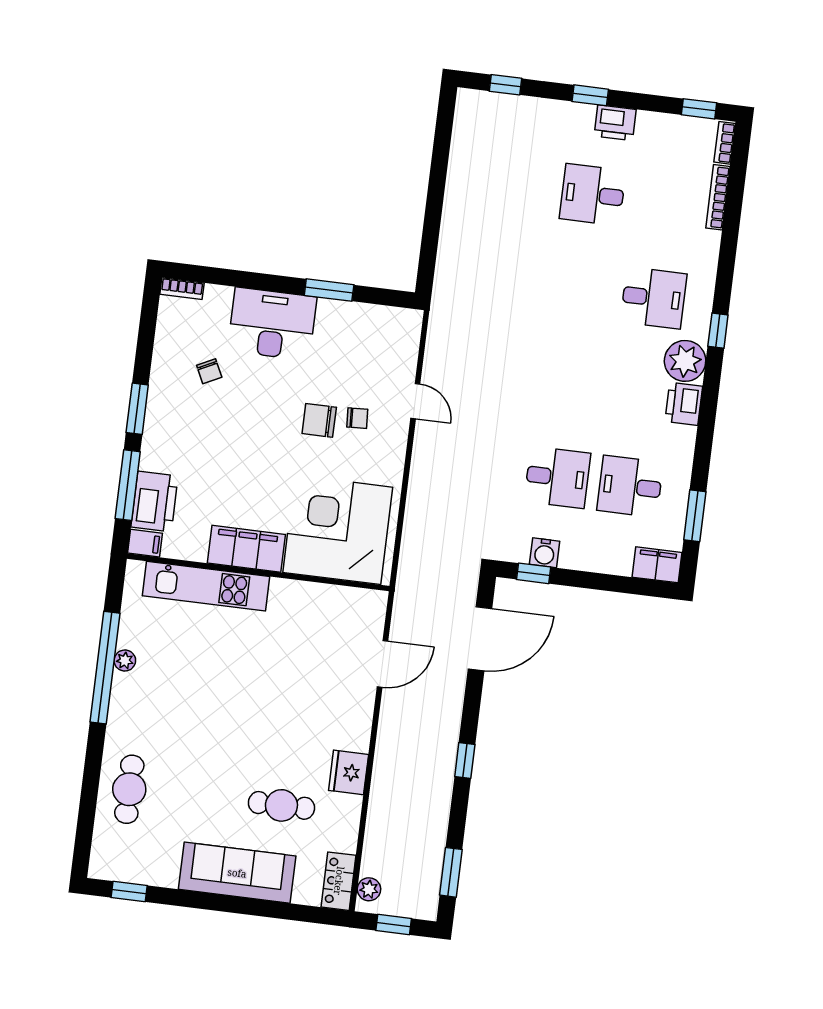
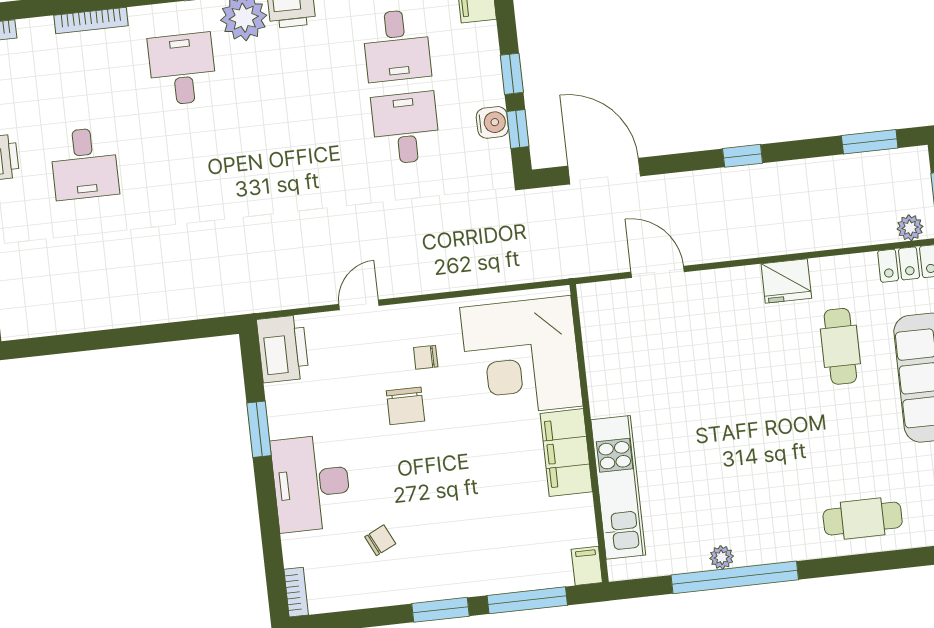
bookcase: (718, 197) -> (91, 20), moved
chair: (357, 418) -> (426, 357), moved, turned -87
printer: (154, 501) -> (283, 349), moved, turned 90
window: (582, 579) -> (512, 74), added

